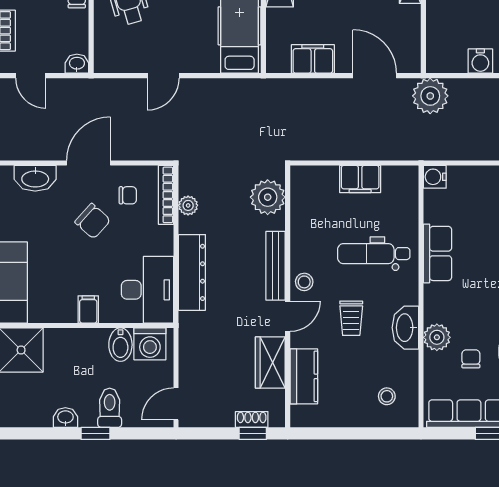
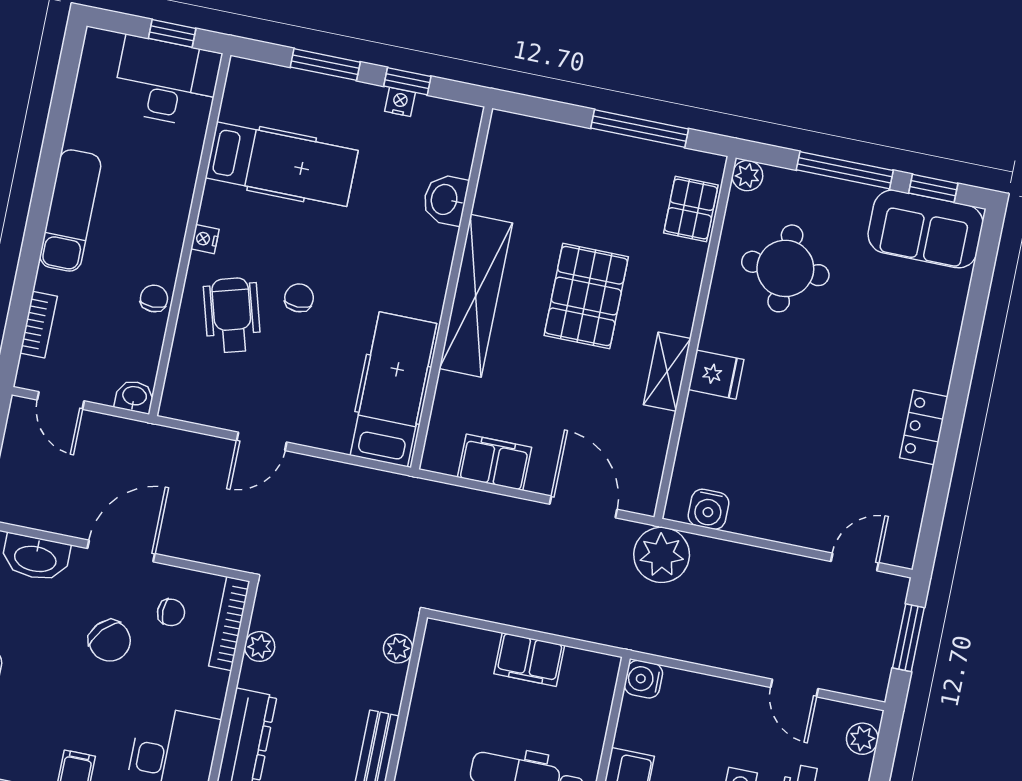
water cooler: (480, 61) -> (708, 509), moved
plant: (268, 197) -> (398, 649), width x0.53, depth x0.53

